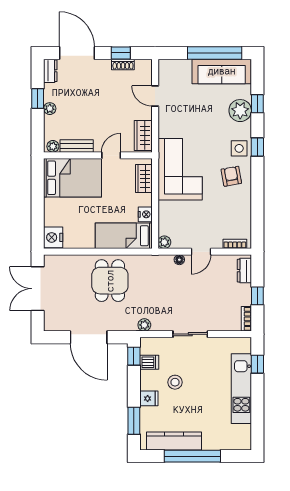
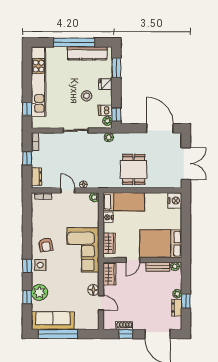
dresser: (50, 71) -> (177, 308), moved
floor lamp: (166, 114) -> (93, 290), added
door: (201, 252) -> (68, 190), hinge flipped
door: (89, 337) -> (160, 128), moved
plant: (146, 348) -> (107, 121), added
kitchen unit: (241, 389) -> (39, 82), width x1.36

